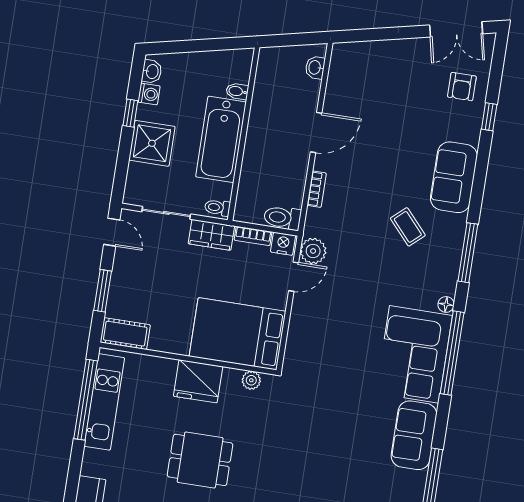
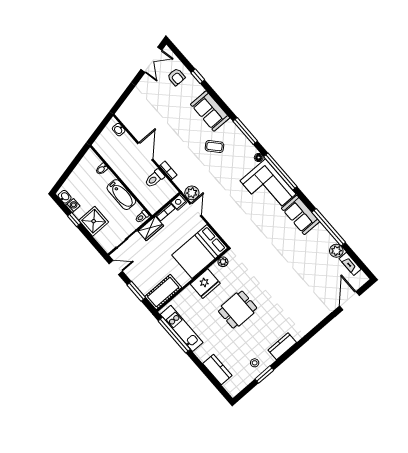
bathtub: (221, 139) -> (121, 195), width x0.73, depth x0.73
toilet: (282, 218) -> (155, 178), moved
cot: (125, 334) -> (163, 292), width x1.37, depth x1.34

